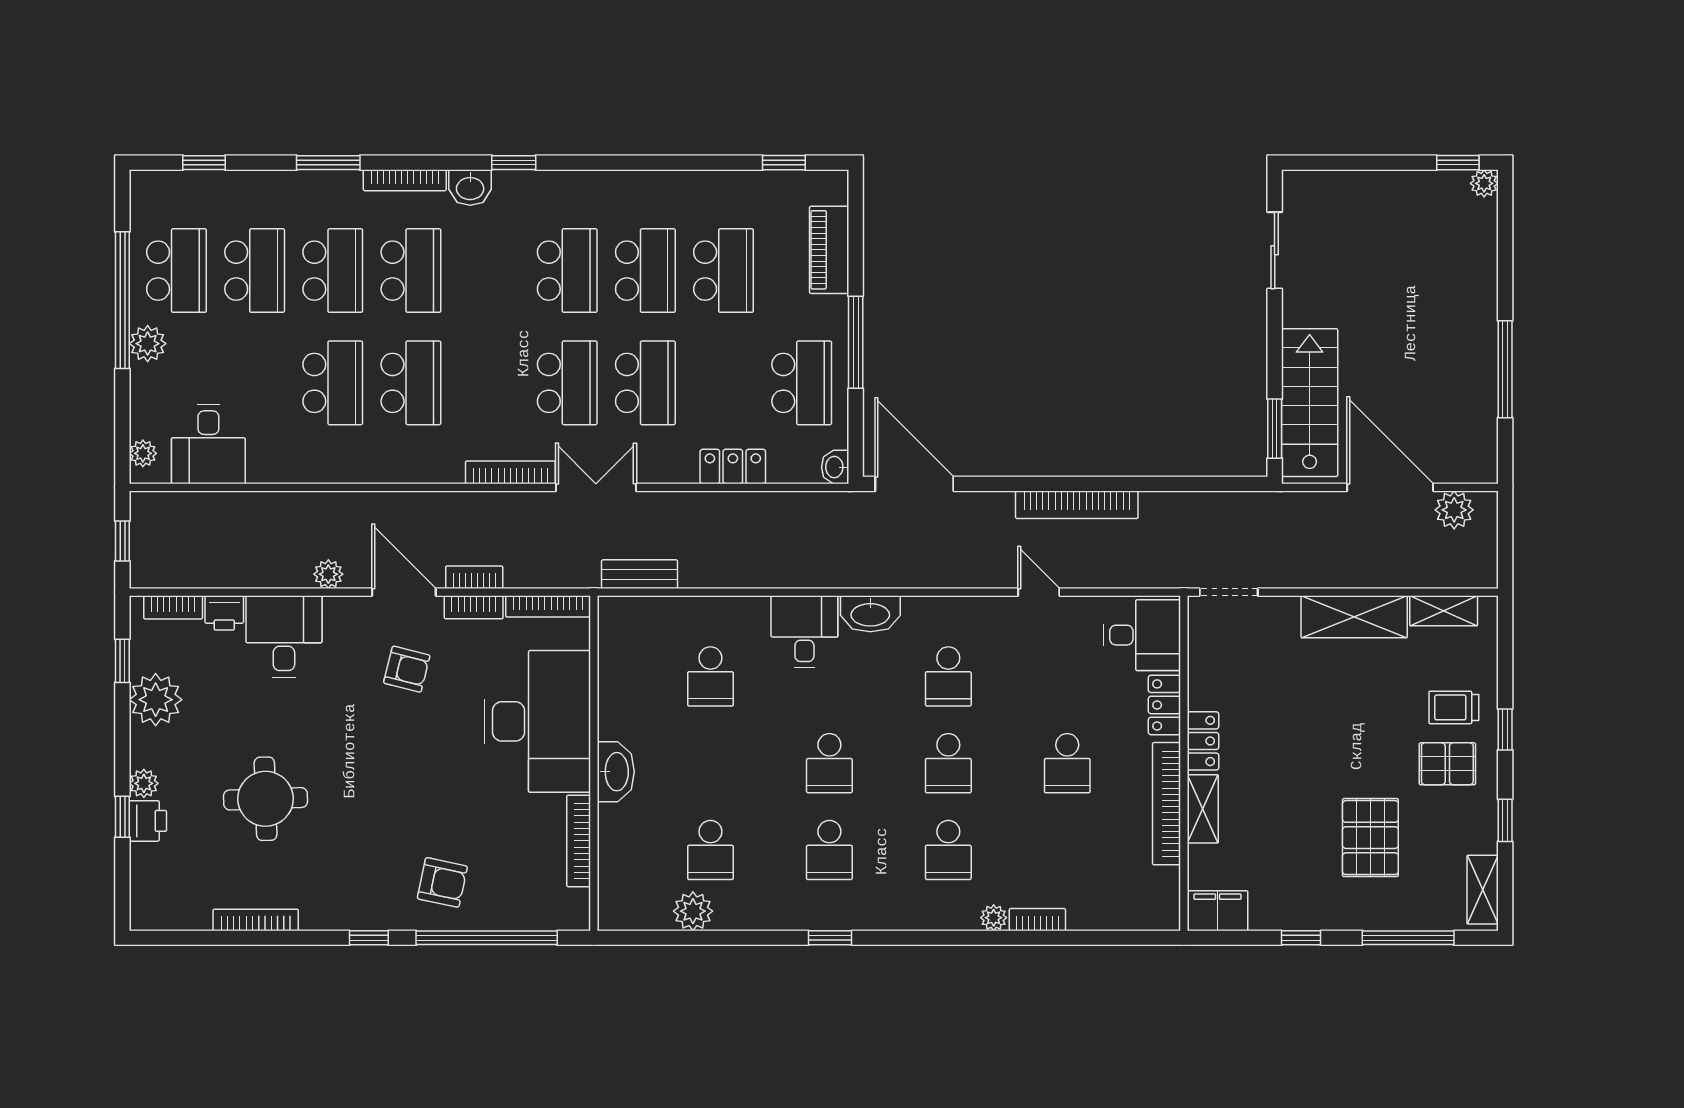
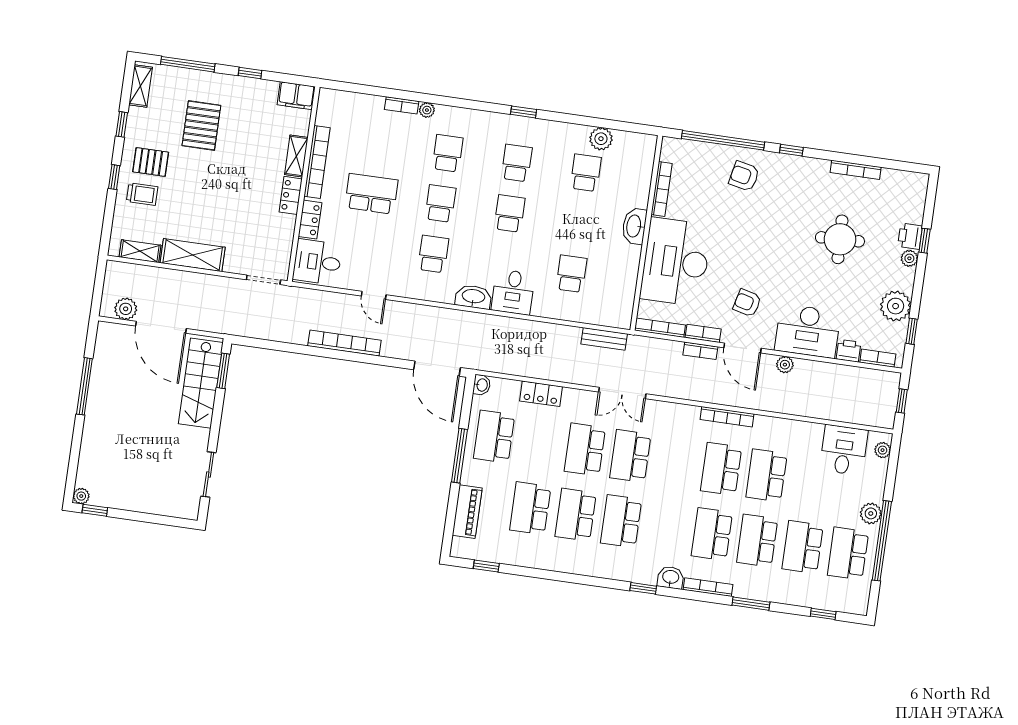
bookcase: (510, 472) -> (727, 417), moved
desk: (284, 636) -> (808, 331), width x1.37
school desk: (1067, 763) -> (371, 194), width x1.85

